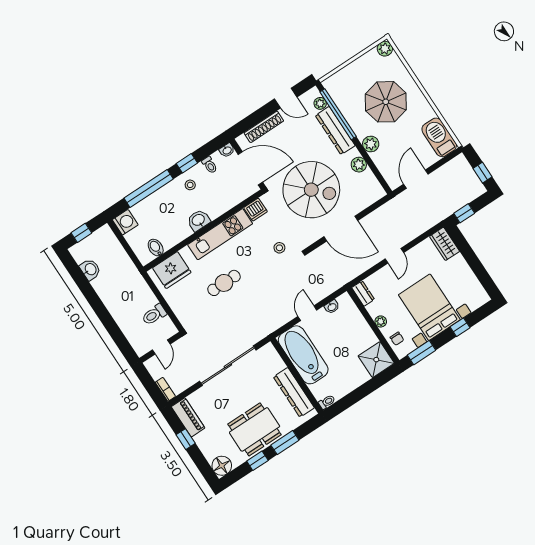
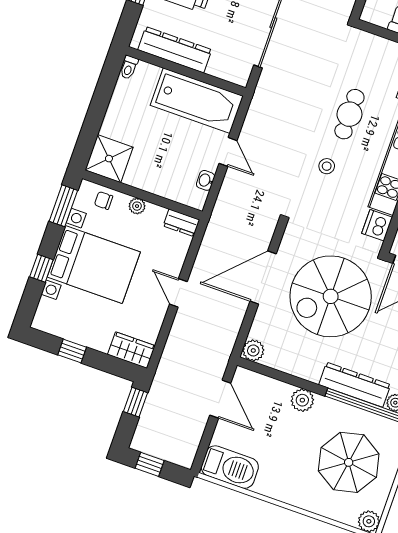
parasol: (386, 102) -> (349, 462), moved
plant: (359, 165) -> (253, 350), moved
stool: (279, 248) -> (327, 166), moved
window: (478, 268) -> (72, 351), added

